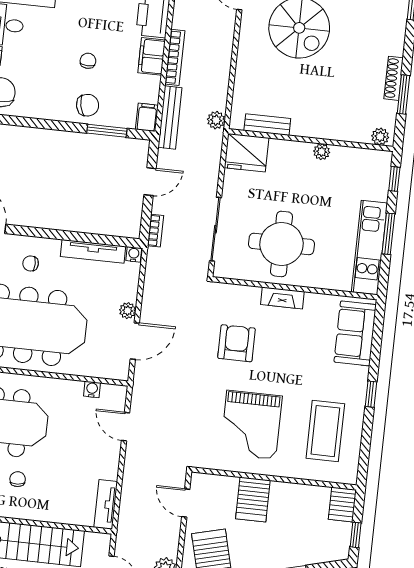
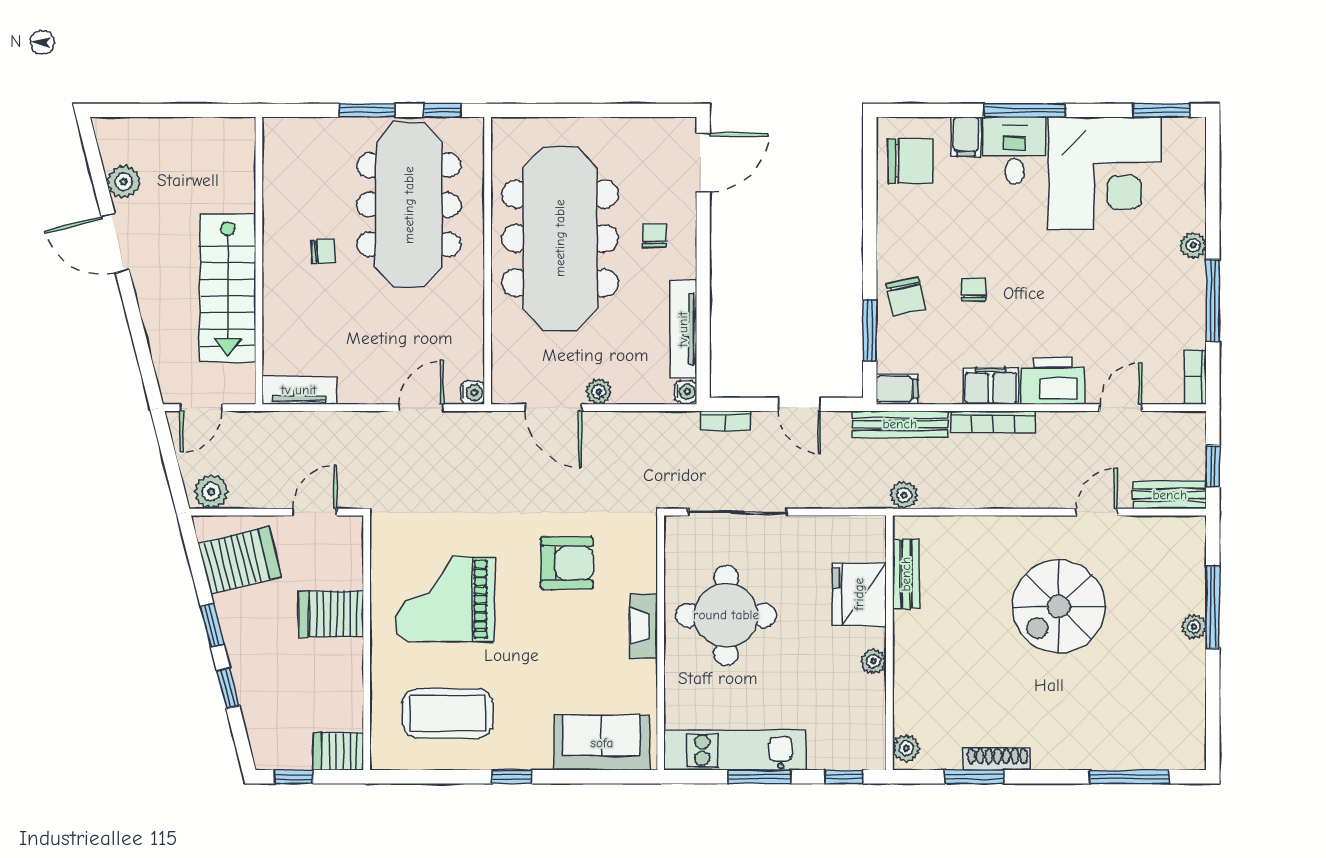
chair: (88, 61) -> (973, 290), turned -92
fridge: (247, 153) -> (859, 594), moved
water cooler: (92, 389) -> (473, 393), moved

